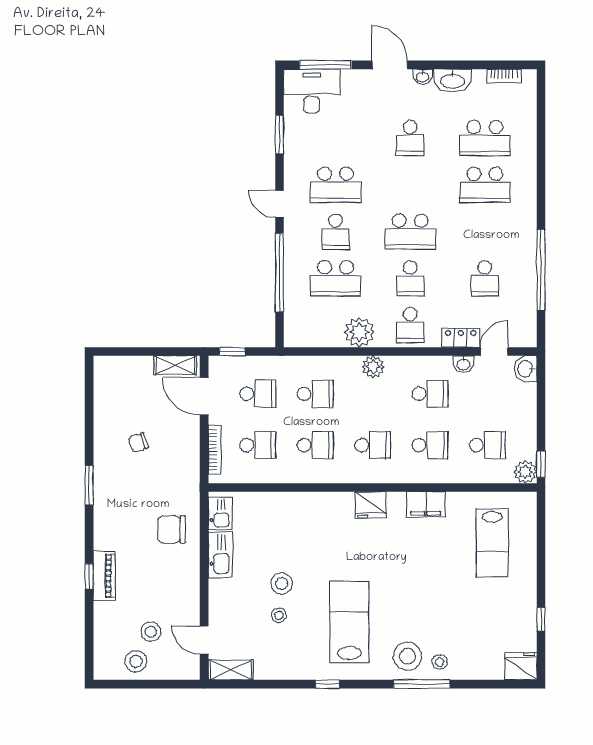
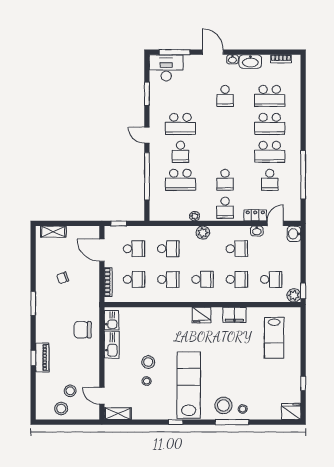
school desk: (410, 232) -> (270, 152), moved
plant: (359, 332) -> (195, 216), width x0.53, depth x0.53
shelving: (175, 365) -> (53, 232), moved
lab bench: (349, 622) -> (189, 385), width x1.36

